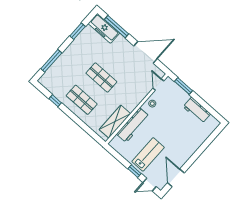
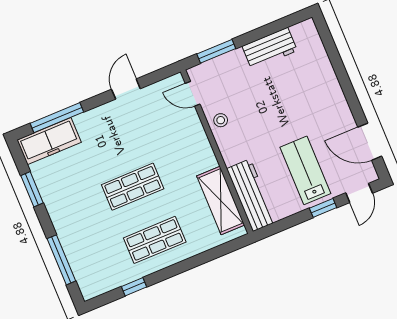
door: (146, 52) -> (126, 89), width x0.53
workbench: (133, 125) -> (251, 195), moved

